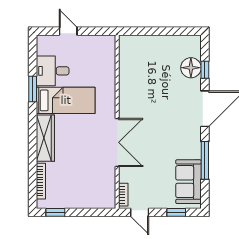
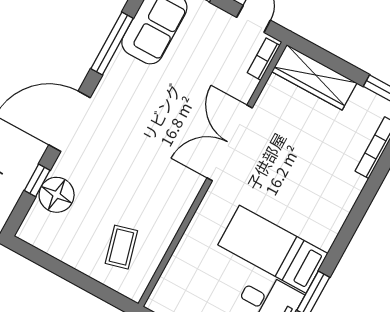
coffee table: (143, 59) -> (121, 247), added
wardrobe: (45, 138) -> (314, 77), moved, turned -90

